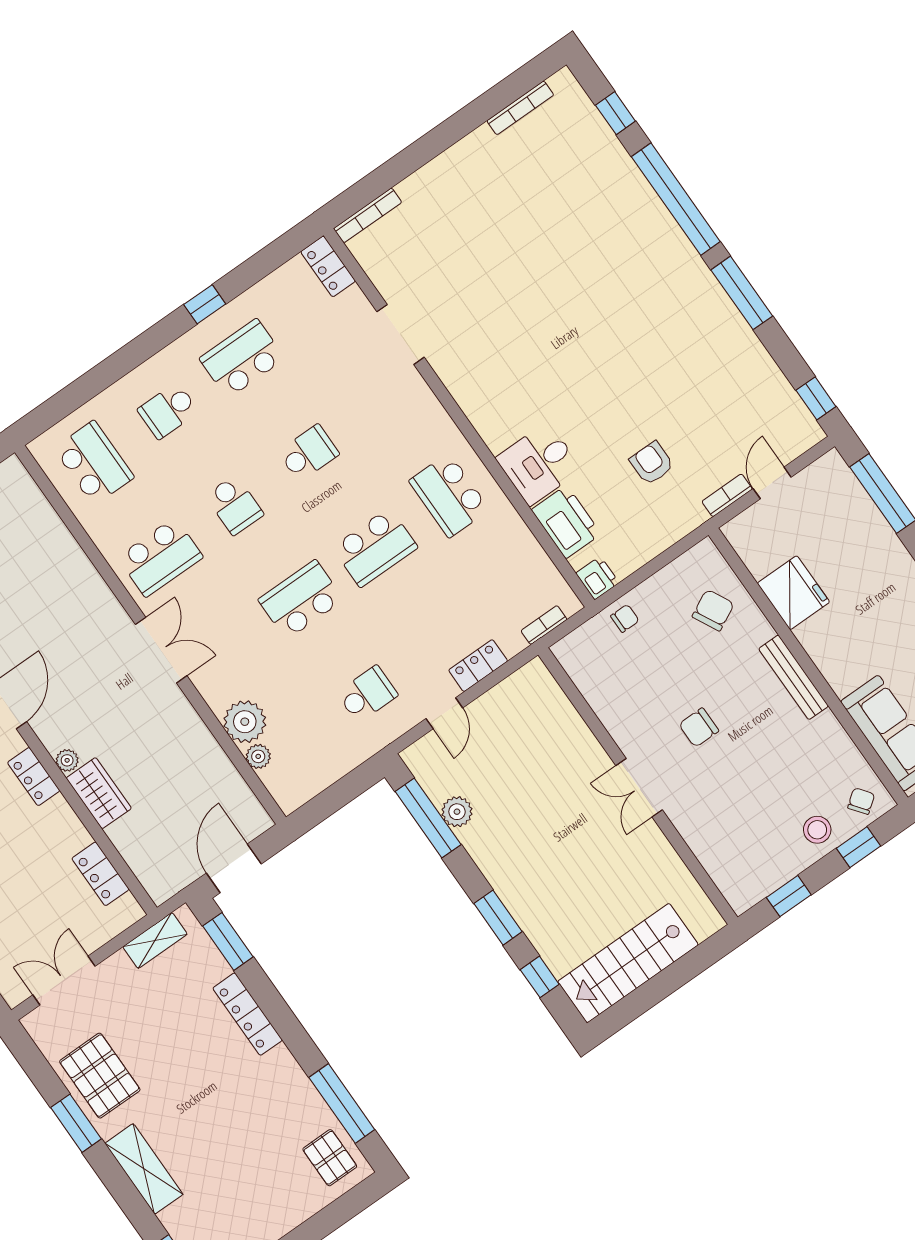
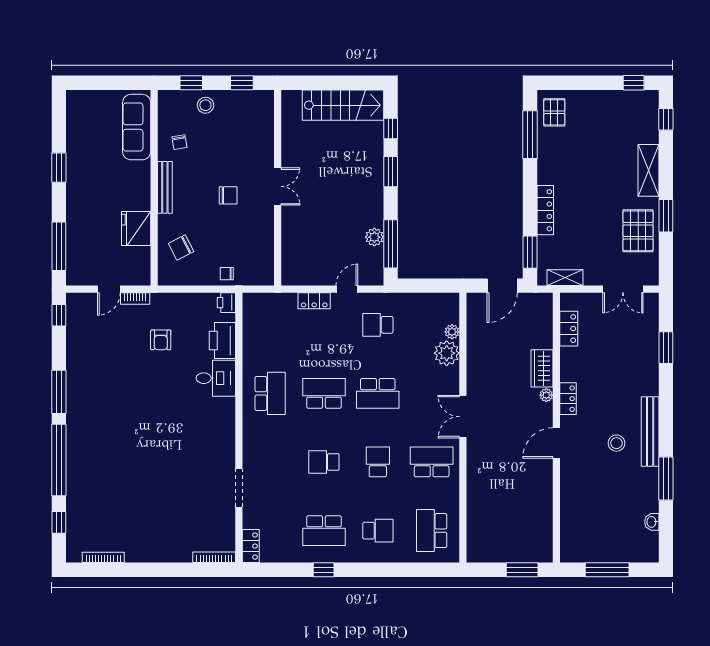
bookcase: (544, 625) -> (268, 298), removed
chair: (861, 801) -> (179, 142), moved, turned -62

